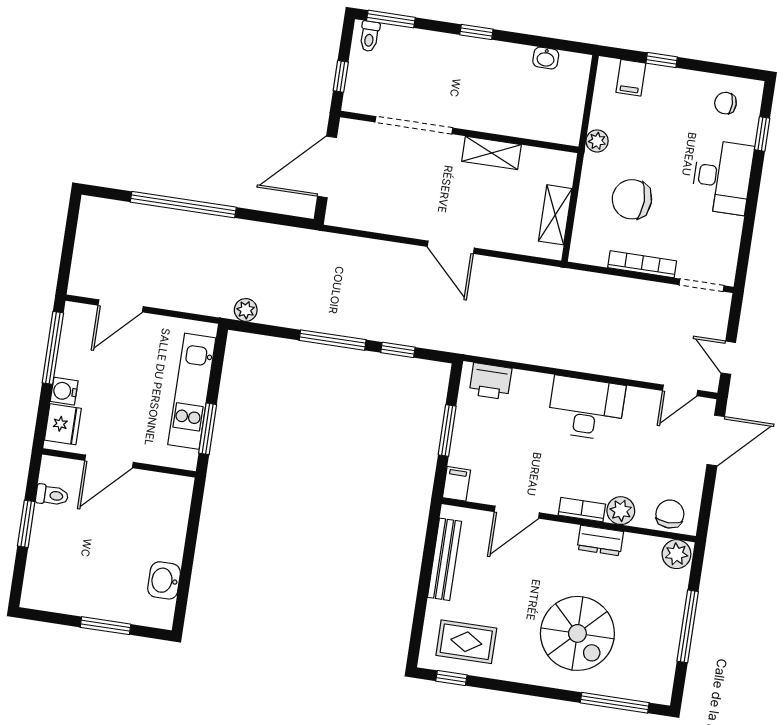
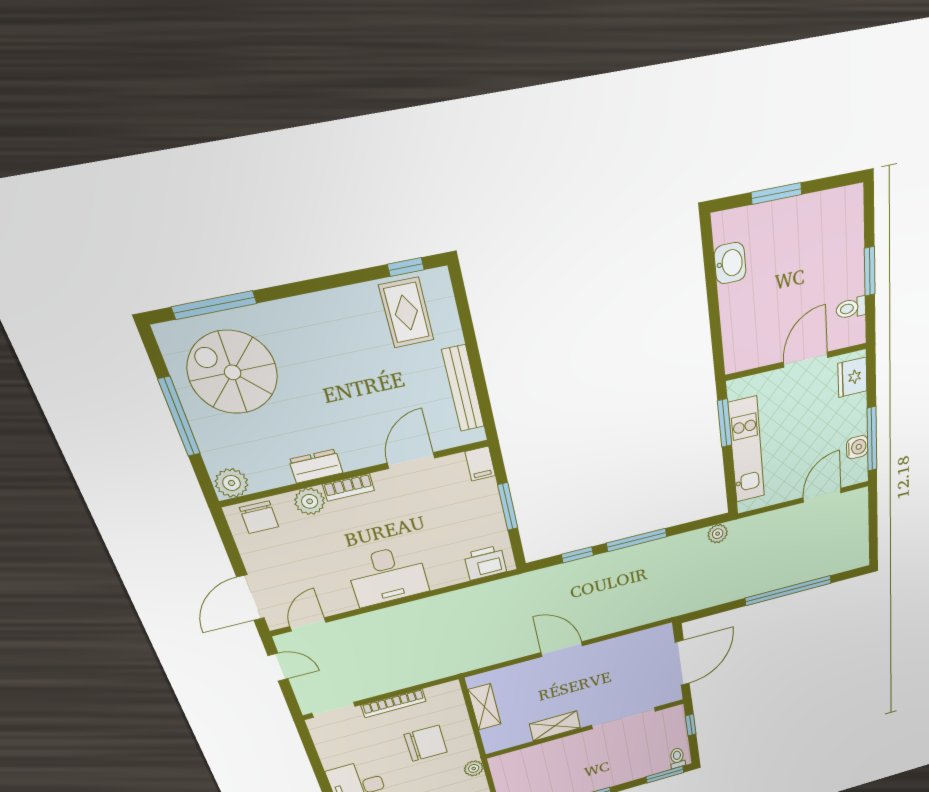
water cooler: (64, 391) -> (857, 447), moved
spiral stairs: (577, 633) -> (233, 372), moved
rug: (466, 642) -> (406, 313), turned 90

